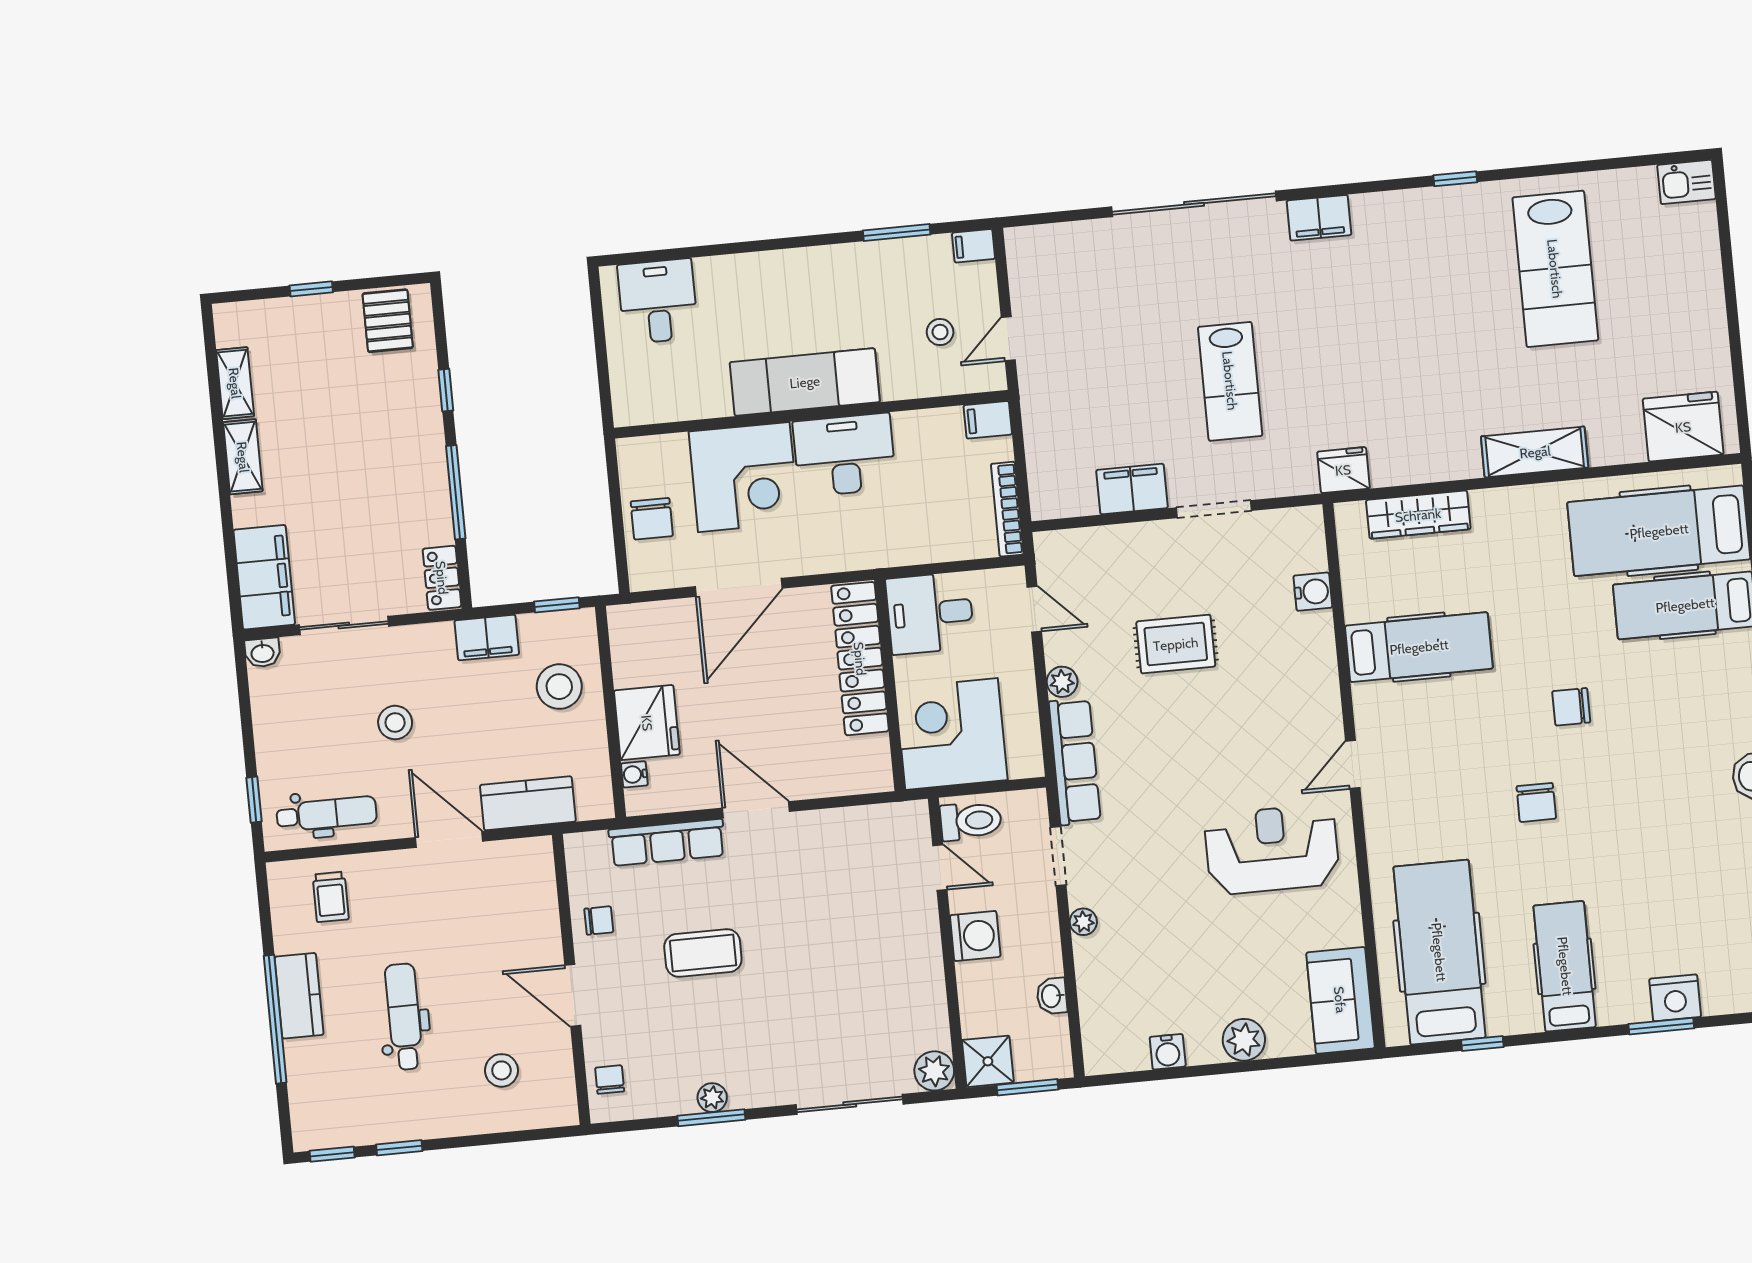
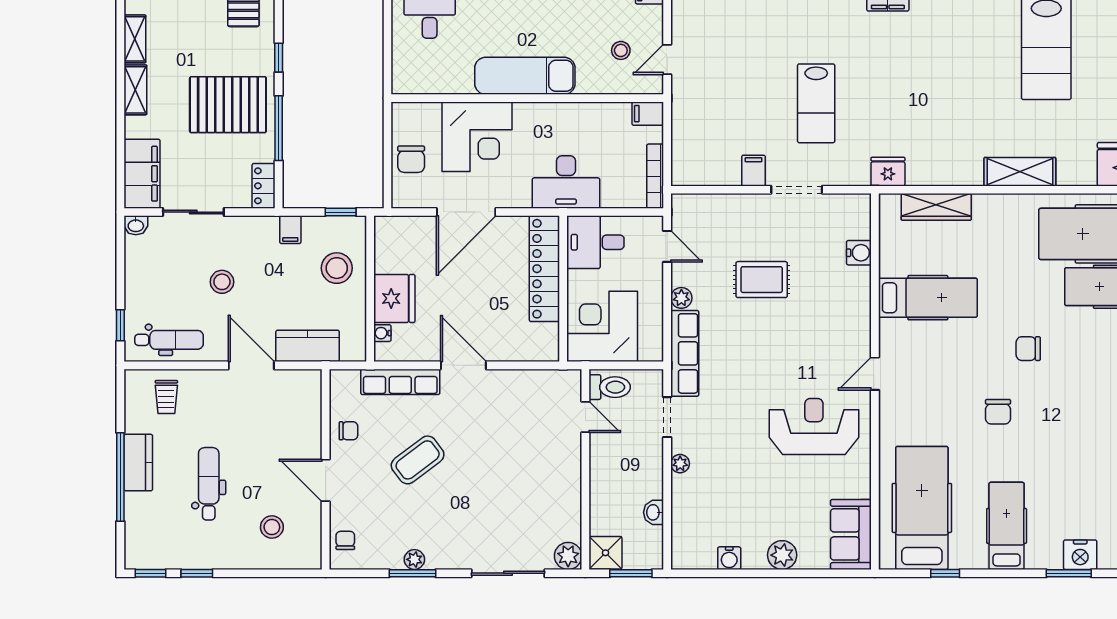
desk: (844, 455) -> (566, 182), moved, turned 180
pallet: (379, 465) -> (228, 105), added
filing cabinet: (1132, 489) -> (754, 171), width x0.50
filing cabinet: (487, 638) -> (290, 230), width x0.50
washing machine: (975, 936) -> (605, 466), removed
coffee table: (703, 953) -> (418, 460), turned -37

